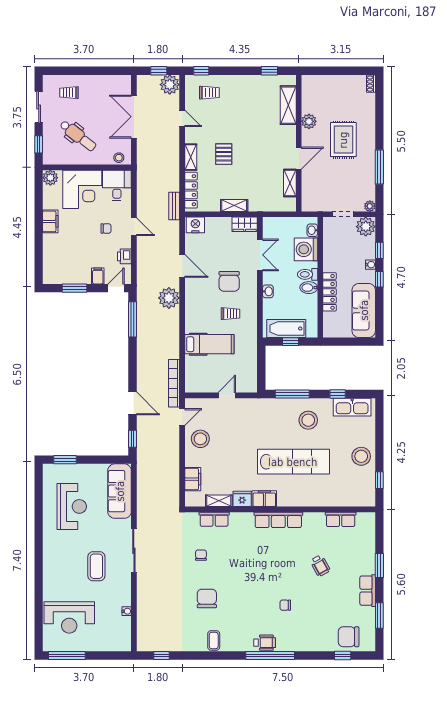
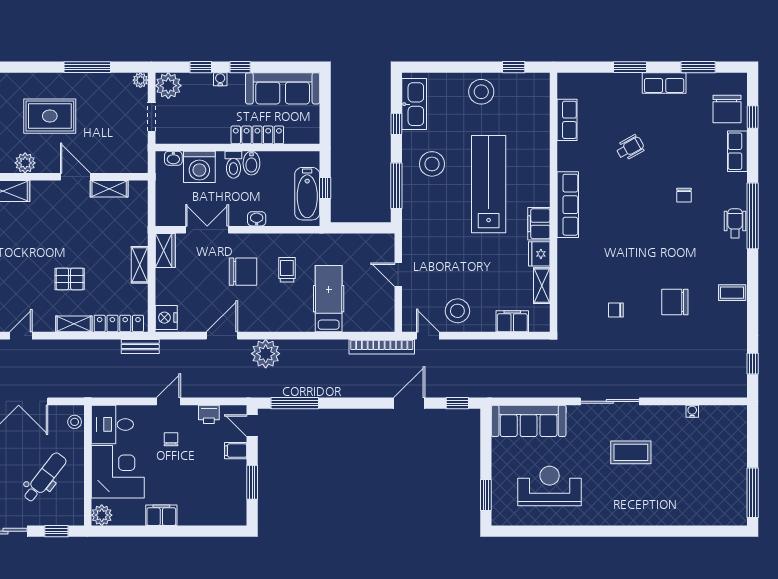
row of seats: (214, 519) -> (737, 151), moved, turned 180
reception desk: (69, 617) -> (701, 489), removed

